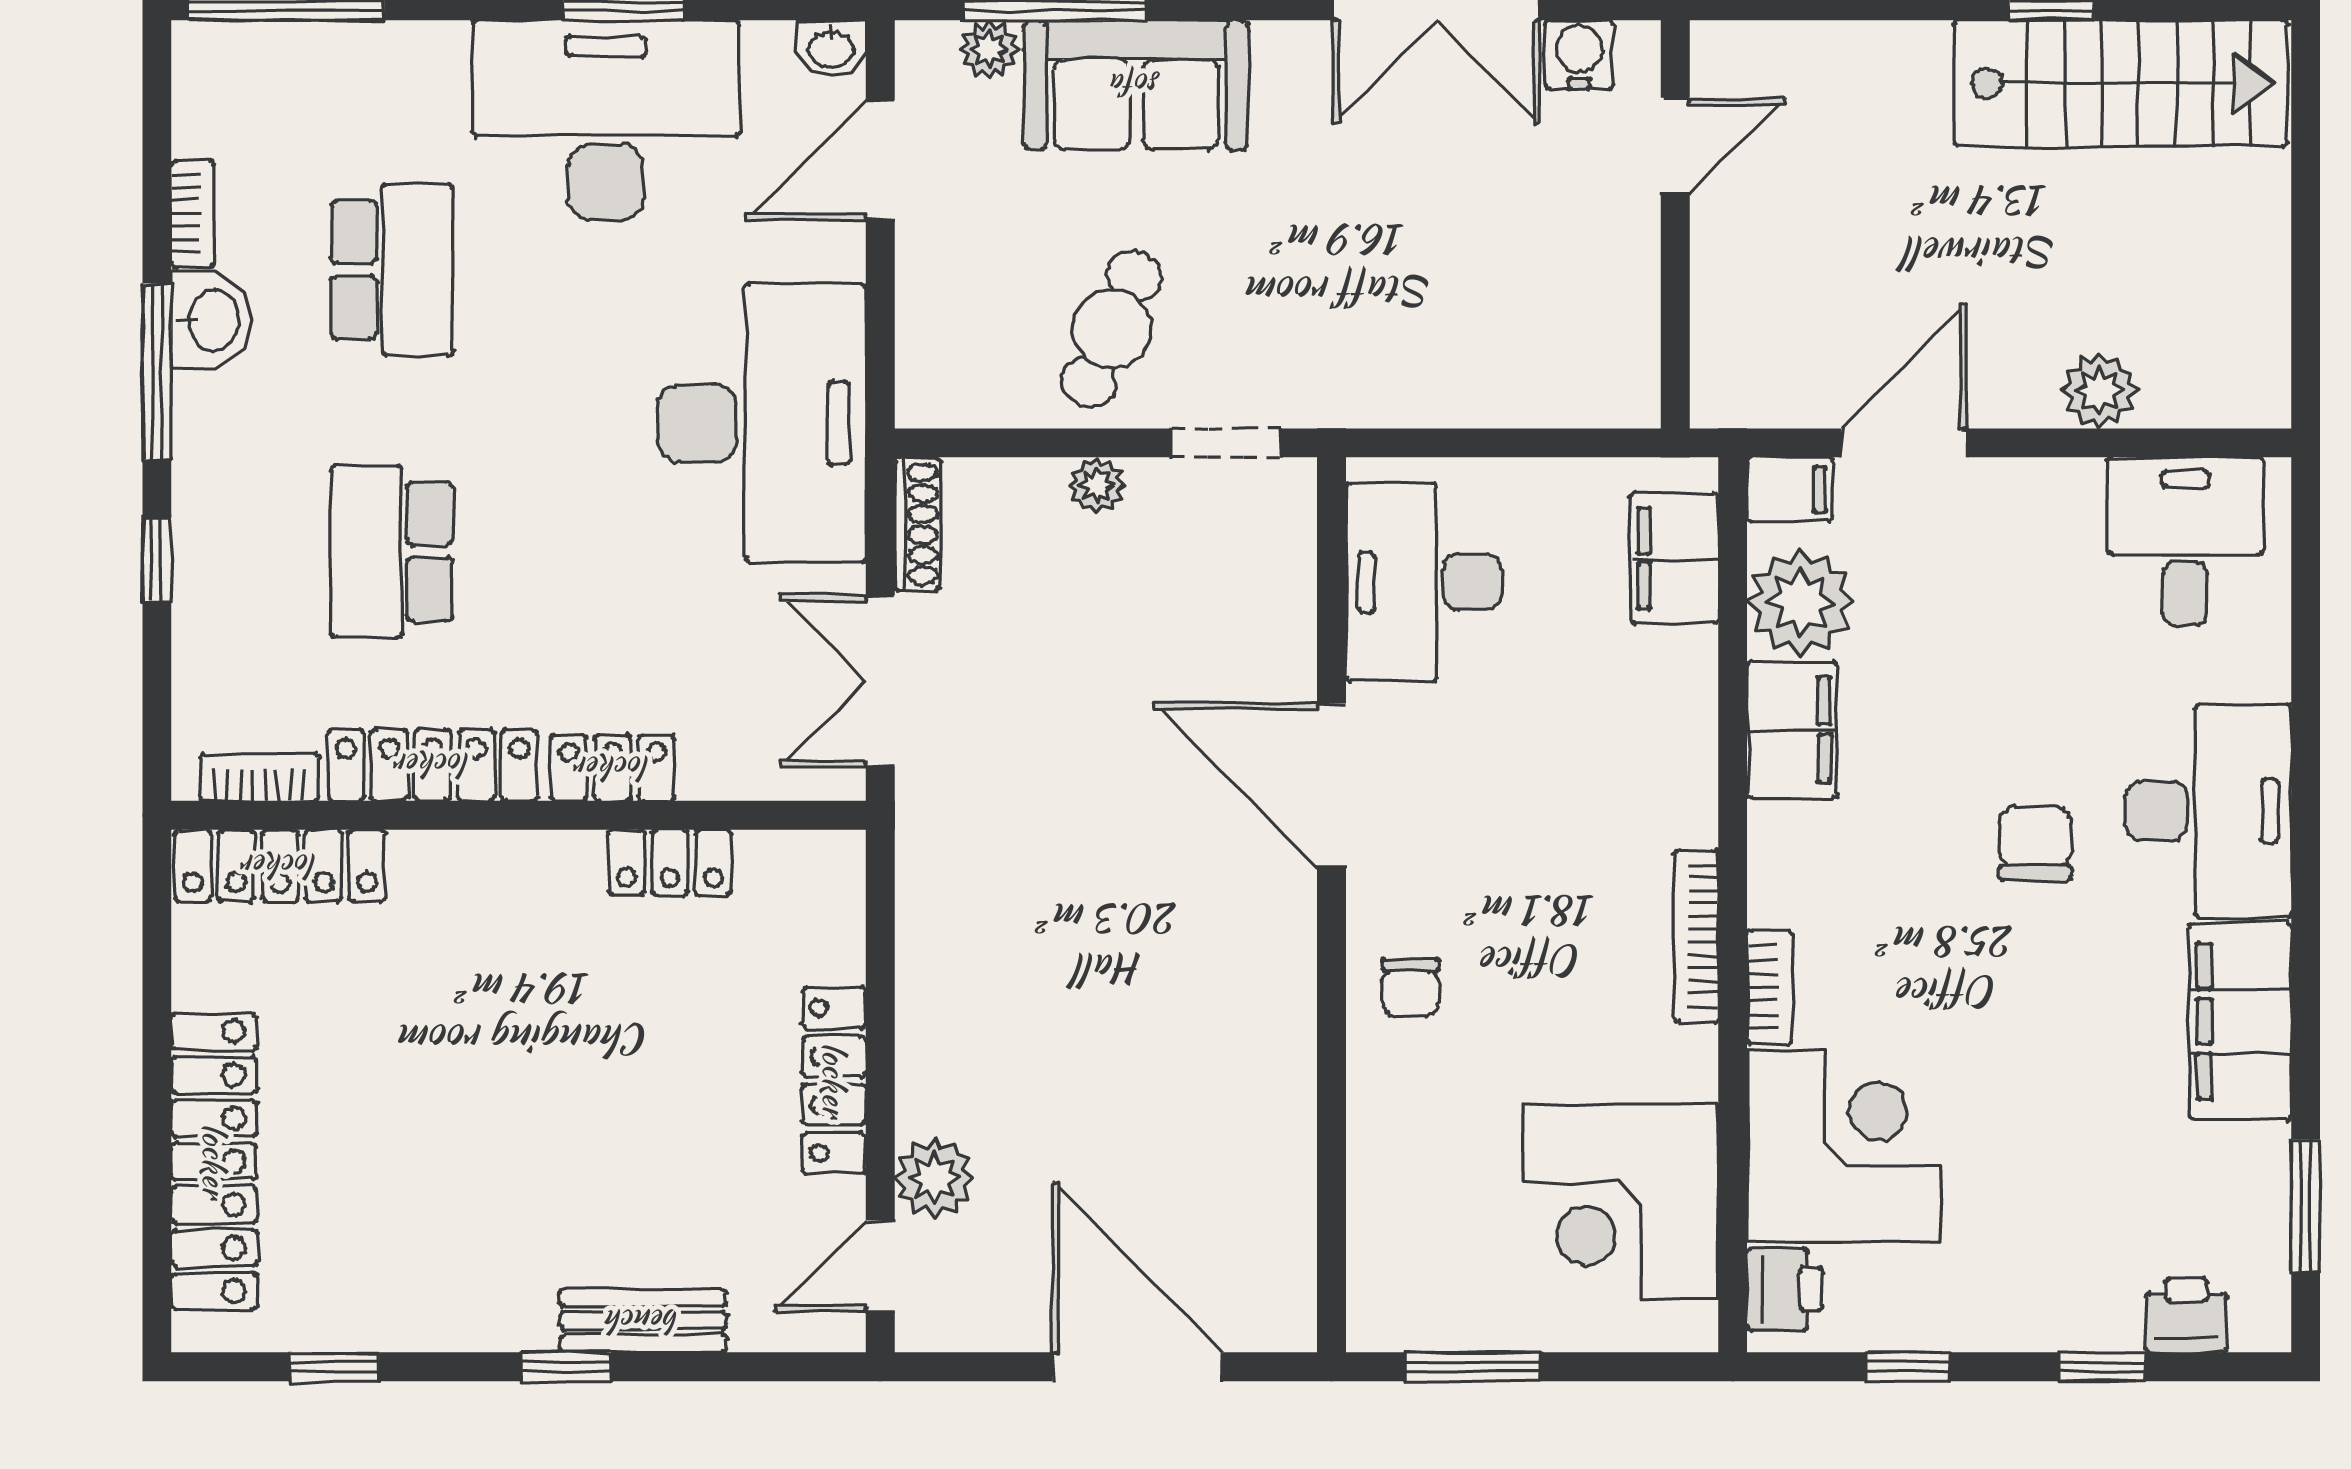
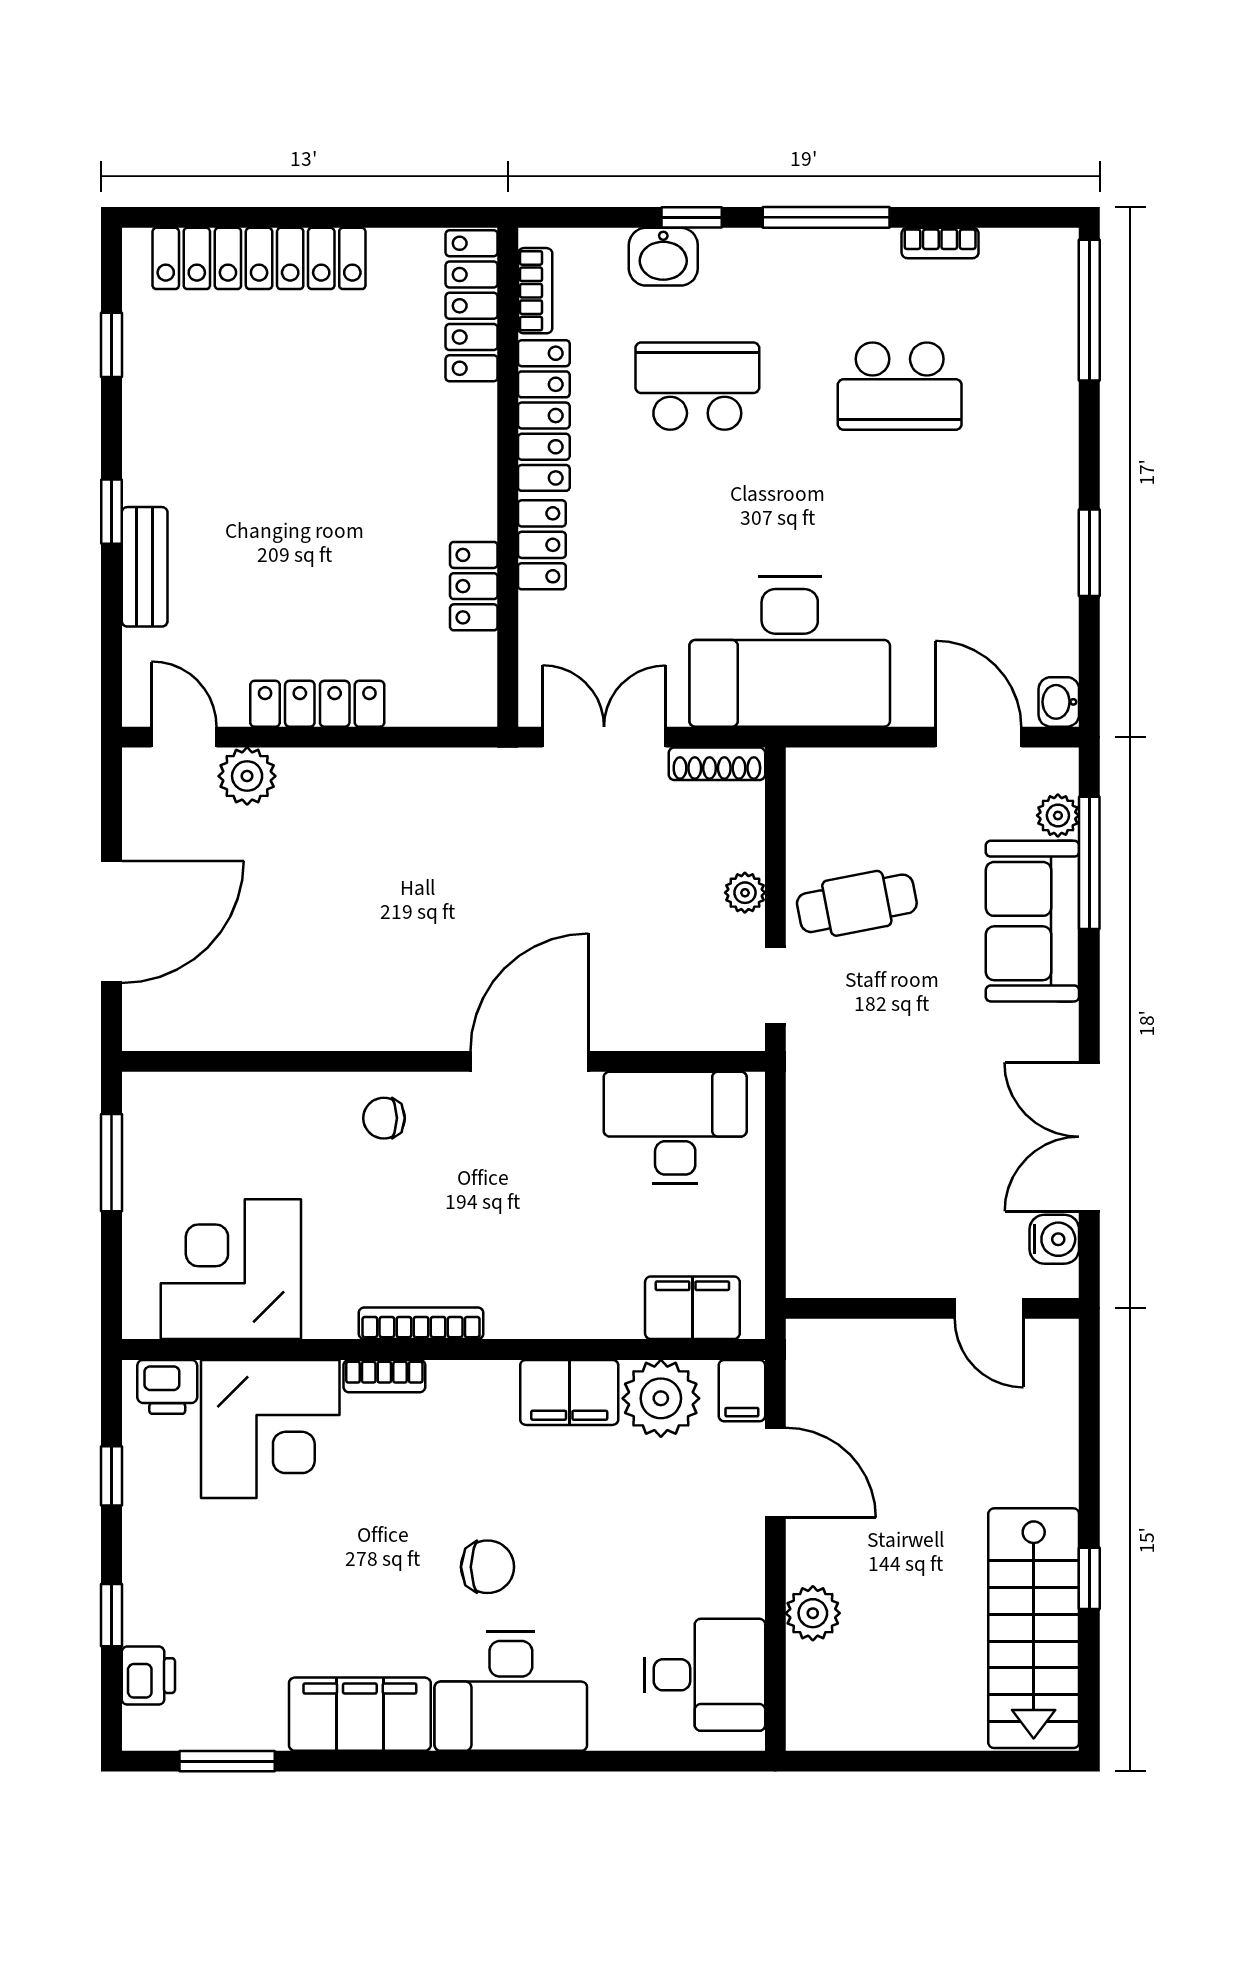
desk: (606, 120) -> (1007, 540), removed
washbasin: (212, 320) -> (663, 257), moved
cafe table: (1112, 329) -> (857, 903), turned -34

